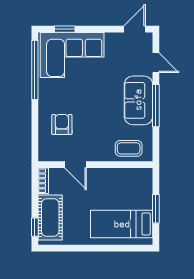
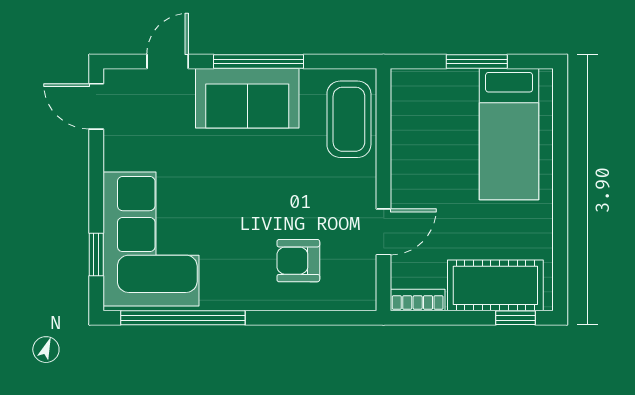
coffee table: (129, 148) -> (349, 119), width x1.36, depth x1.30

